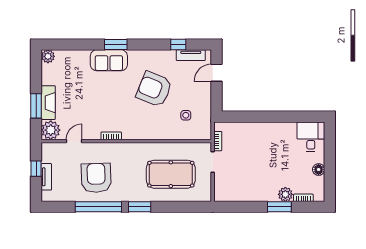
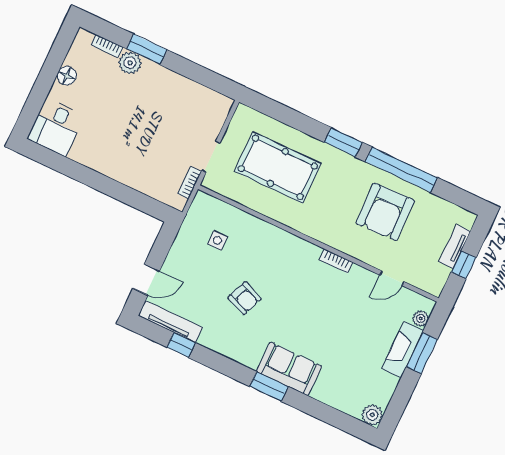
tv unit: (191, 55) -> (171, 322), width x1.41
armchair: (154, 89) -> (245, 298), width x0.53, depth x0.53
plant: (51, 130) -> (421, 318), width x0.53, depth x0.53

